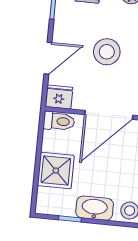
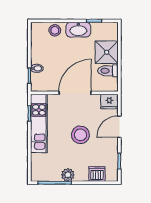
toilet: (59, 121) -> (108, 71), moved

